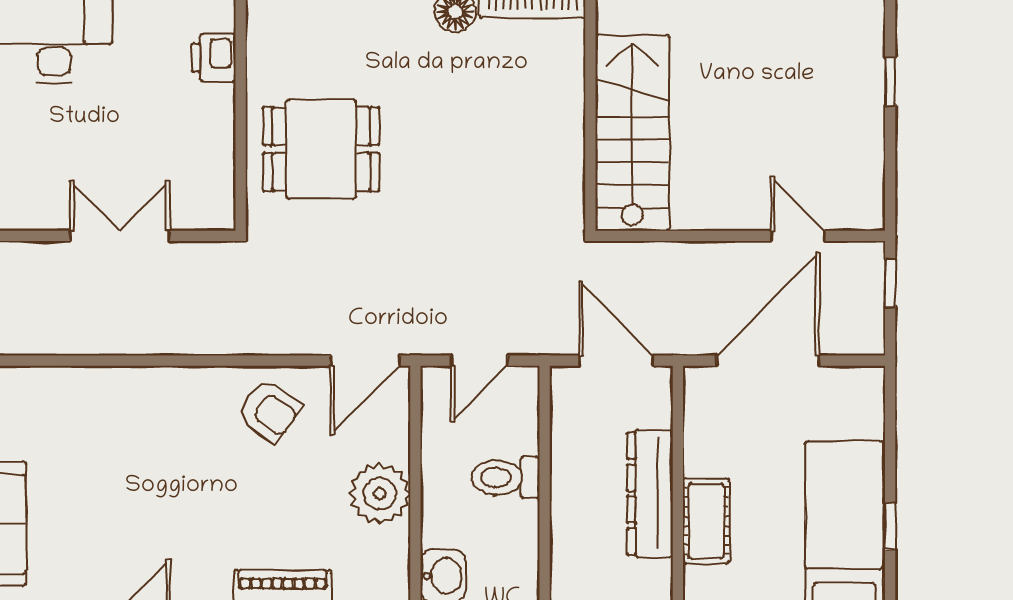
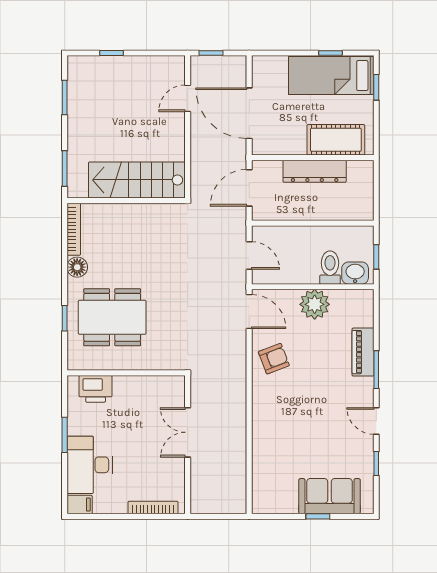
printer: (214, 58) -> (96, 389), width x1.36, depth x1.24
dining table: (321, 149) -> (112, 317), moved, width x1.38
armchair: (270, 411) -> (274, 359), turned 33
toilet: (506, 477) -> (330, 268), moved, turned 180
cot: (706, 521) -> (336, 140), width x1.37, depth x1.34

